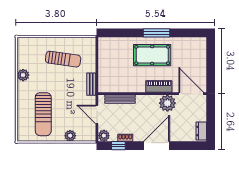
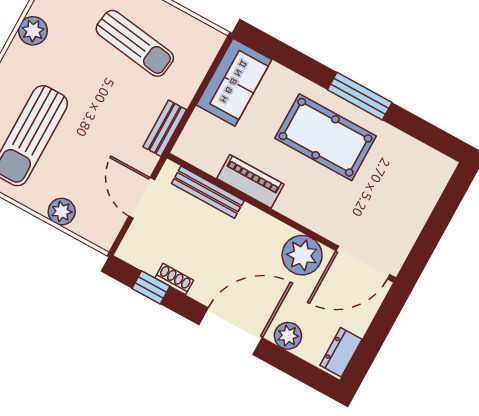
sofa: (107, 53) -> (234, 82), added
piano: (159, 86) -> (250, 181), moved
door: (191, 94) -> (363, 263), swing flipped
plant: (104, 136) -> (288, 336), moved

